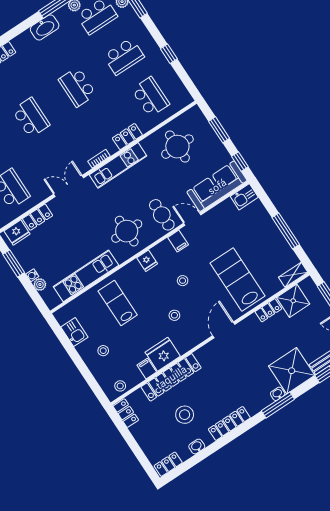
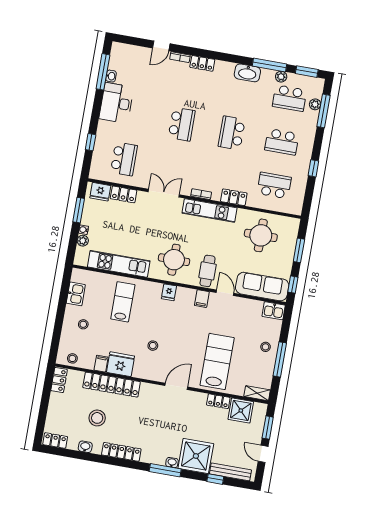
school desk: (150, 97) -> (274, 185), turned -90
stool: (183, 281) -> (266, 347), moved

